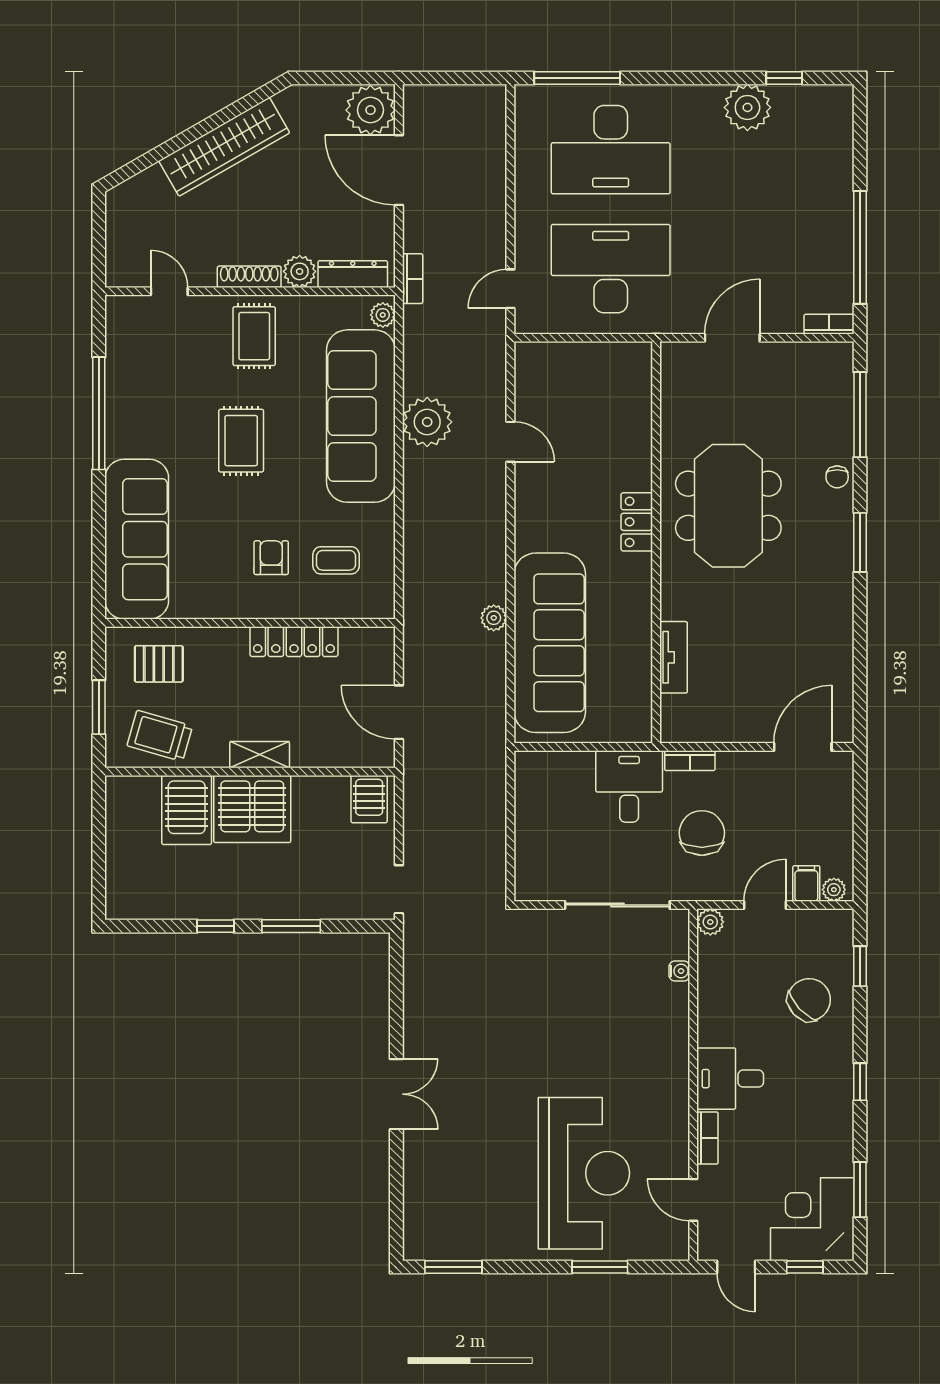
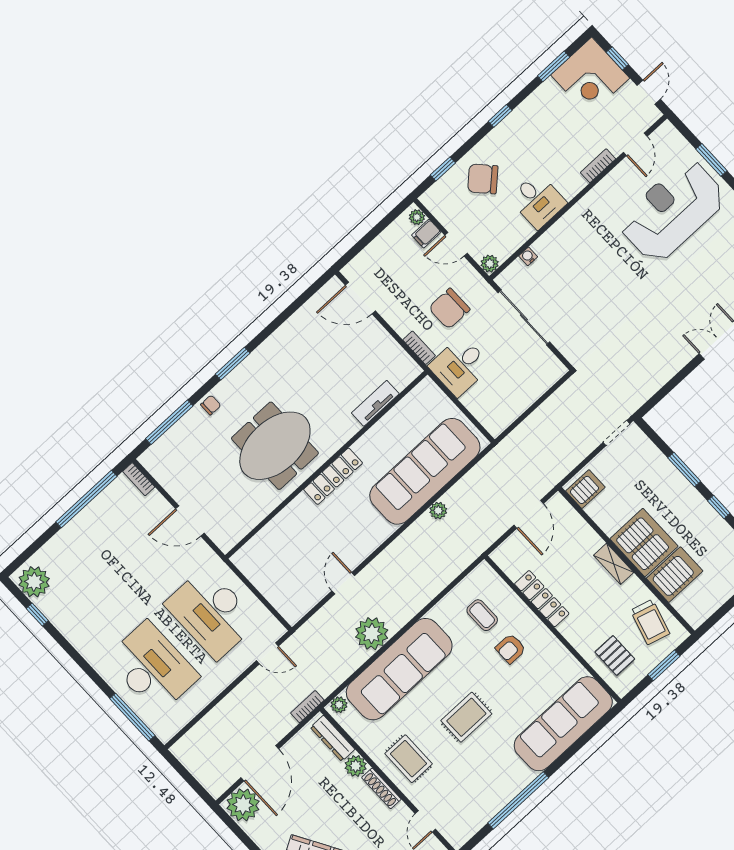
plant: (747, 107) -> (34, 582), moved
rug: (254, 336) -> (409, 759), turned 90
locker: (637, 522) -> (333, 476), width x1.53
desk: (730, 1079) -> (538, 201), moved

